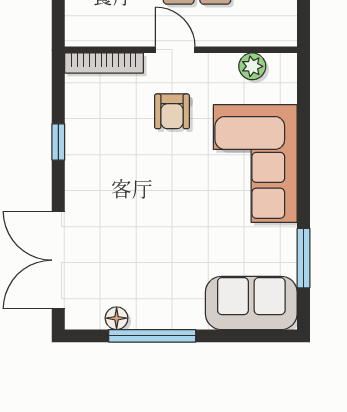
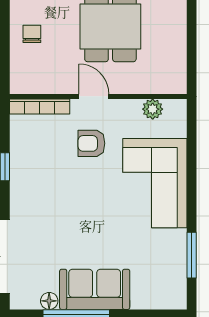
armchair: (172, 111) -> (91, 143), turned 90
sofa: (251, 303) -> (95, 289), moved

